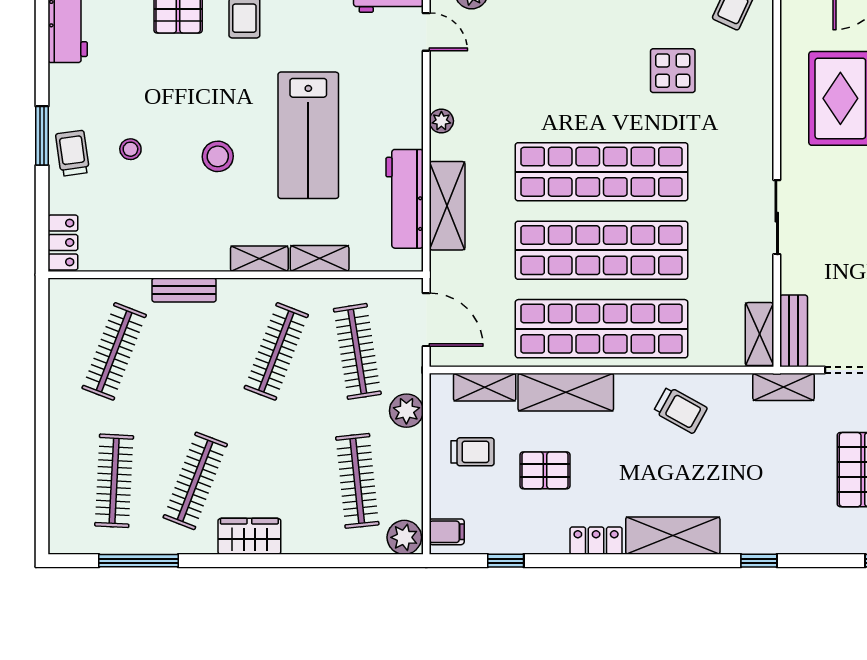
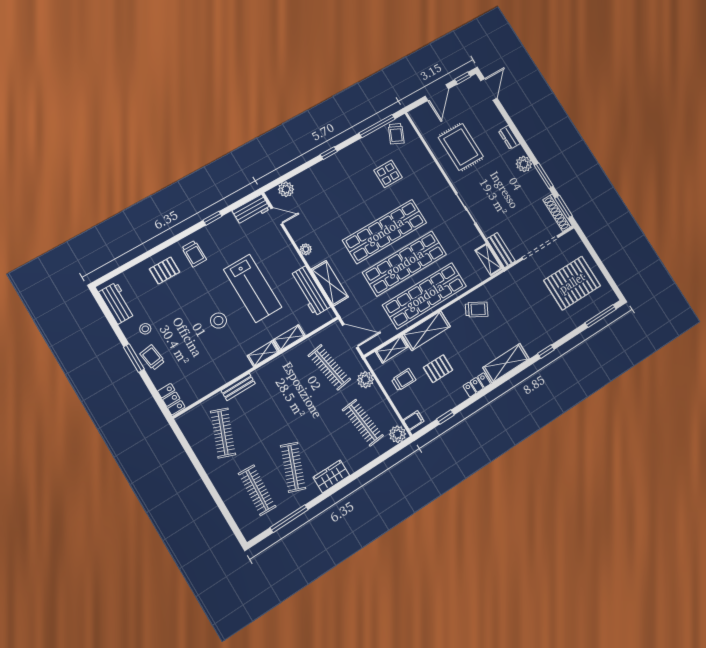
stool: (130, 149) -> (145, 329), moved
clothes rail: (276, 351) -> (295, 389), removed
shelving: (784, 387) -> (511, 275), removed

